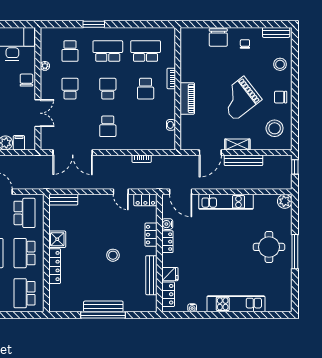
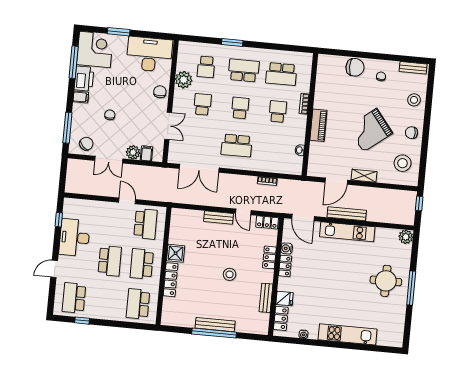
chair: (218, 37) -> (355, 67), turned -90
school desk: (146, 51) -> (281, 74), turned 180
plant: (45, 66) -> (184, 80), width x1.87, depth x1.87
school desk: (146, 89) -> (278, 112), turned 180
school desk: (108, 126) -> (237, 145), width x1.85
bench: (243, 160) -> (347, 214), moved
bench: (63, 200) -> (219, 218), moved
bench: (151, 275) -> (266, 298), width x0.73

